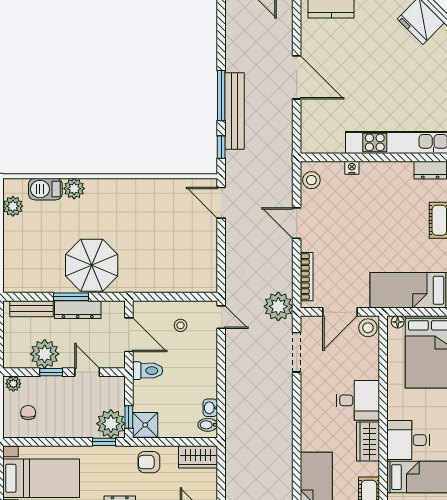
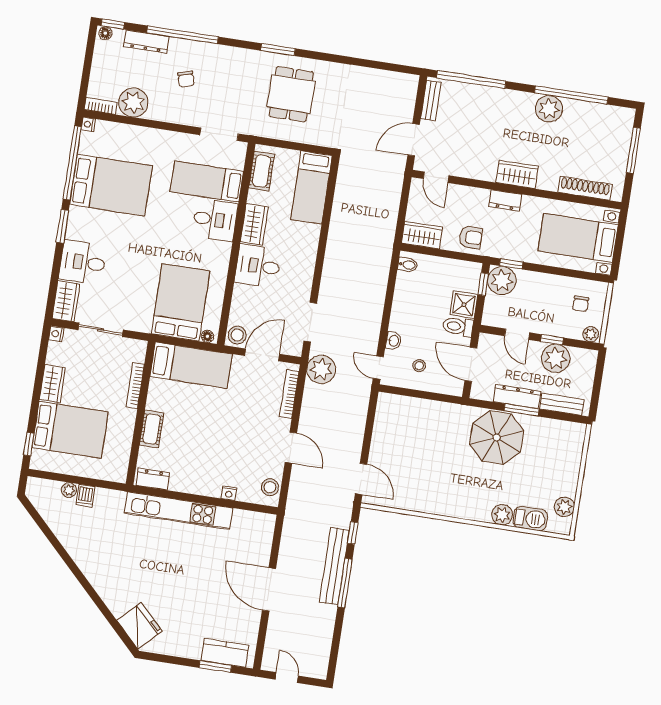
washbasin: (210, 408) -> (393, 341), moved
shower: (145, 425) -> (464, 305), moved

